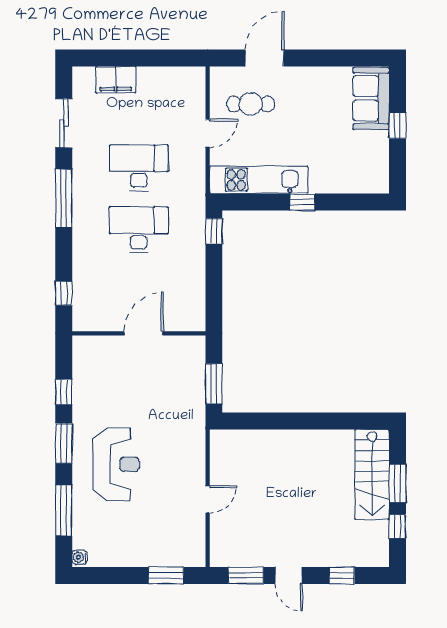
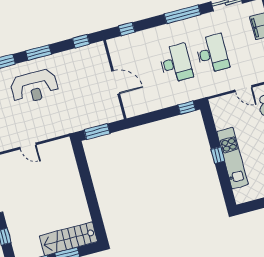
kitchen unit: (259, 180) -> (232, 158), moved
window: (64, 392) -> (81, 41), moved

